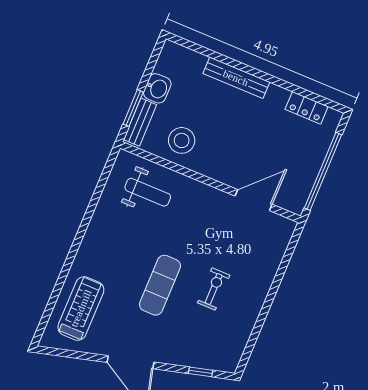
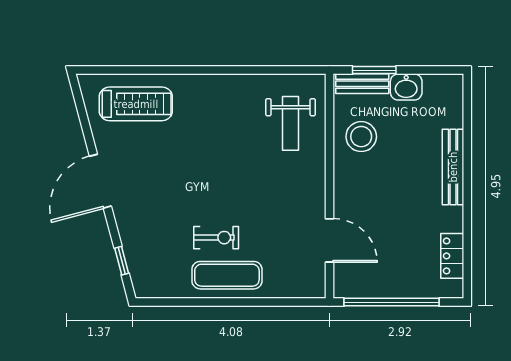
exercise mat: (160, 285) -> (227, 275), moved

